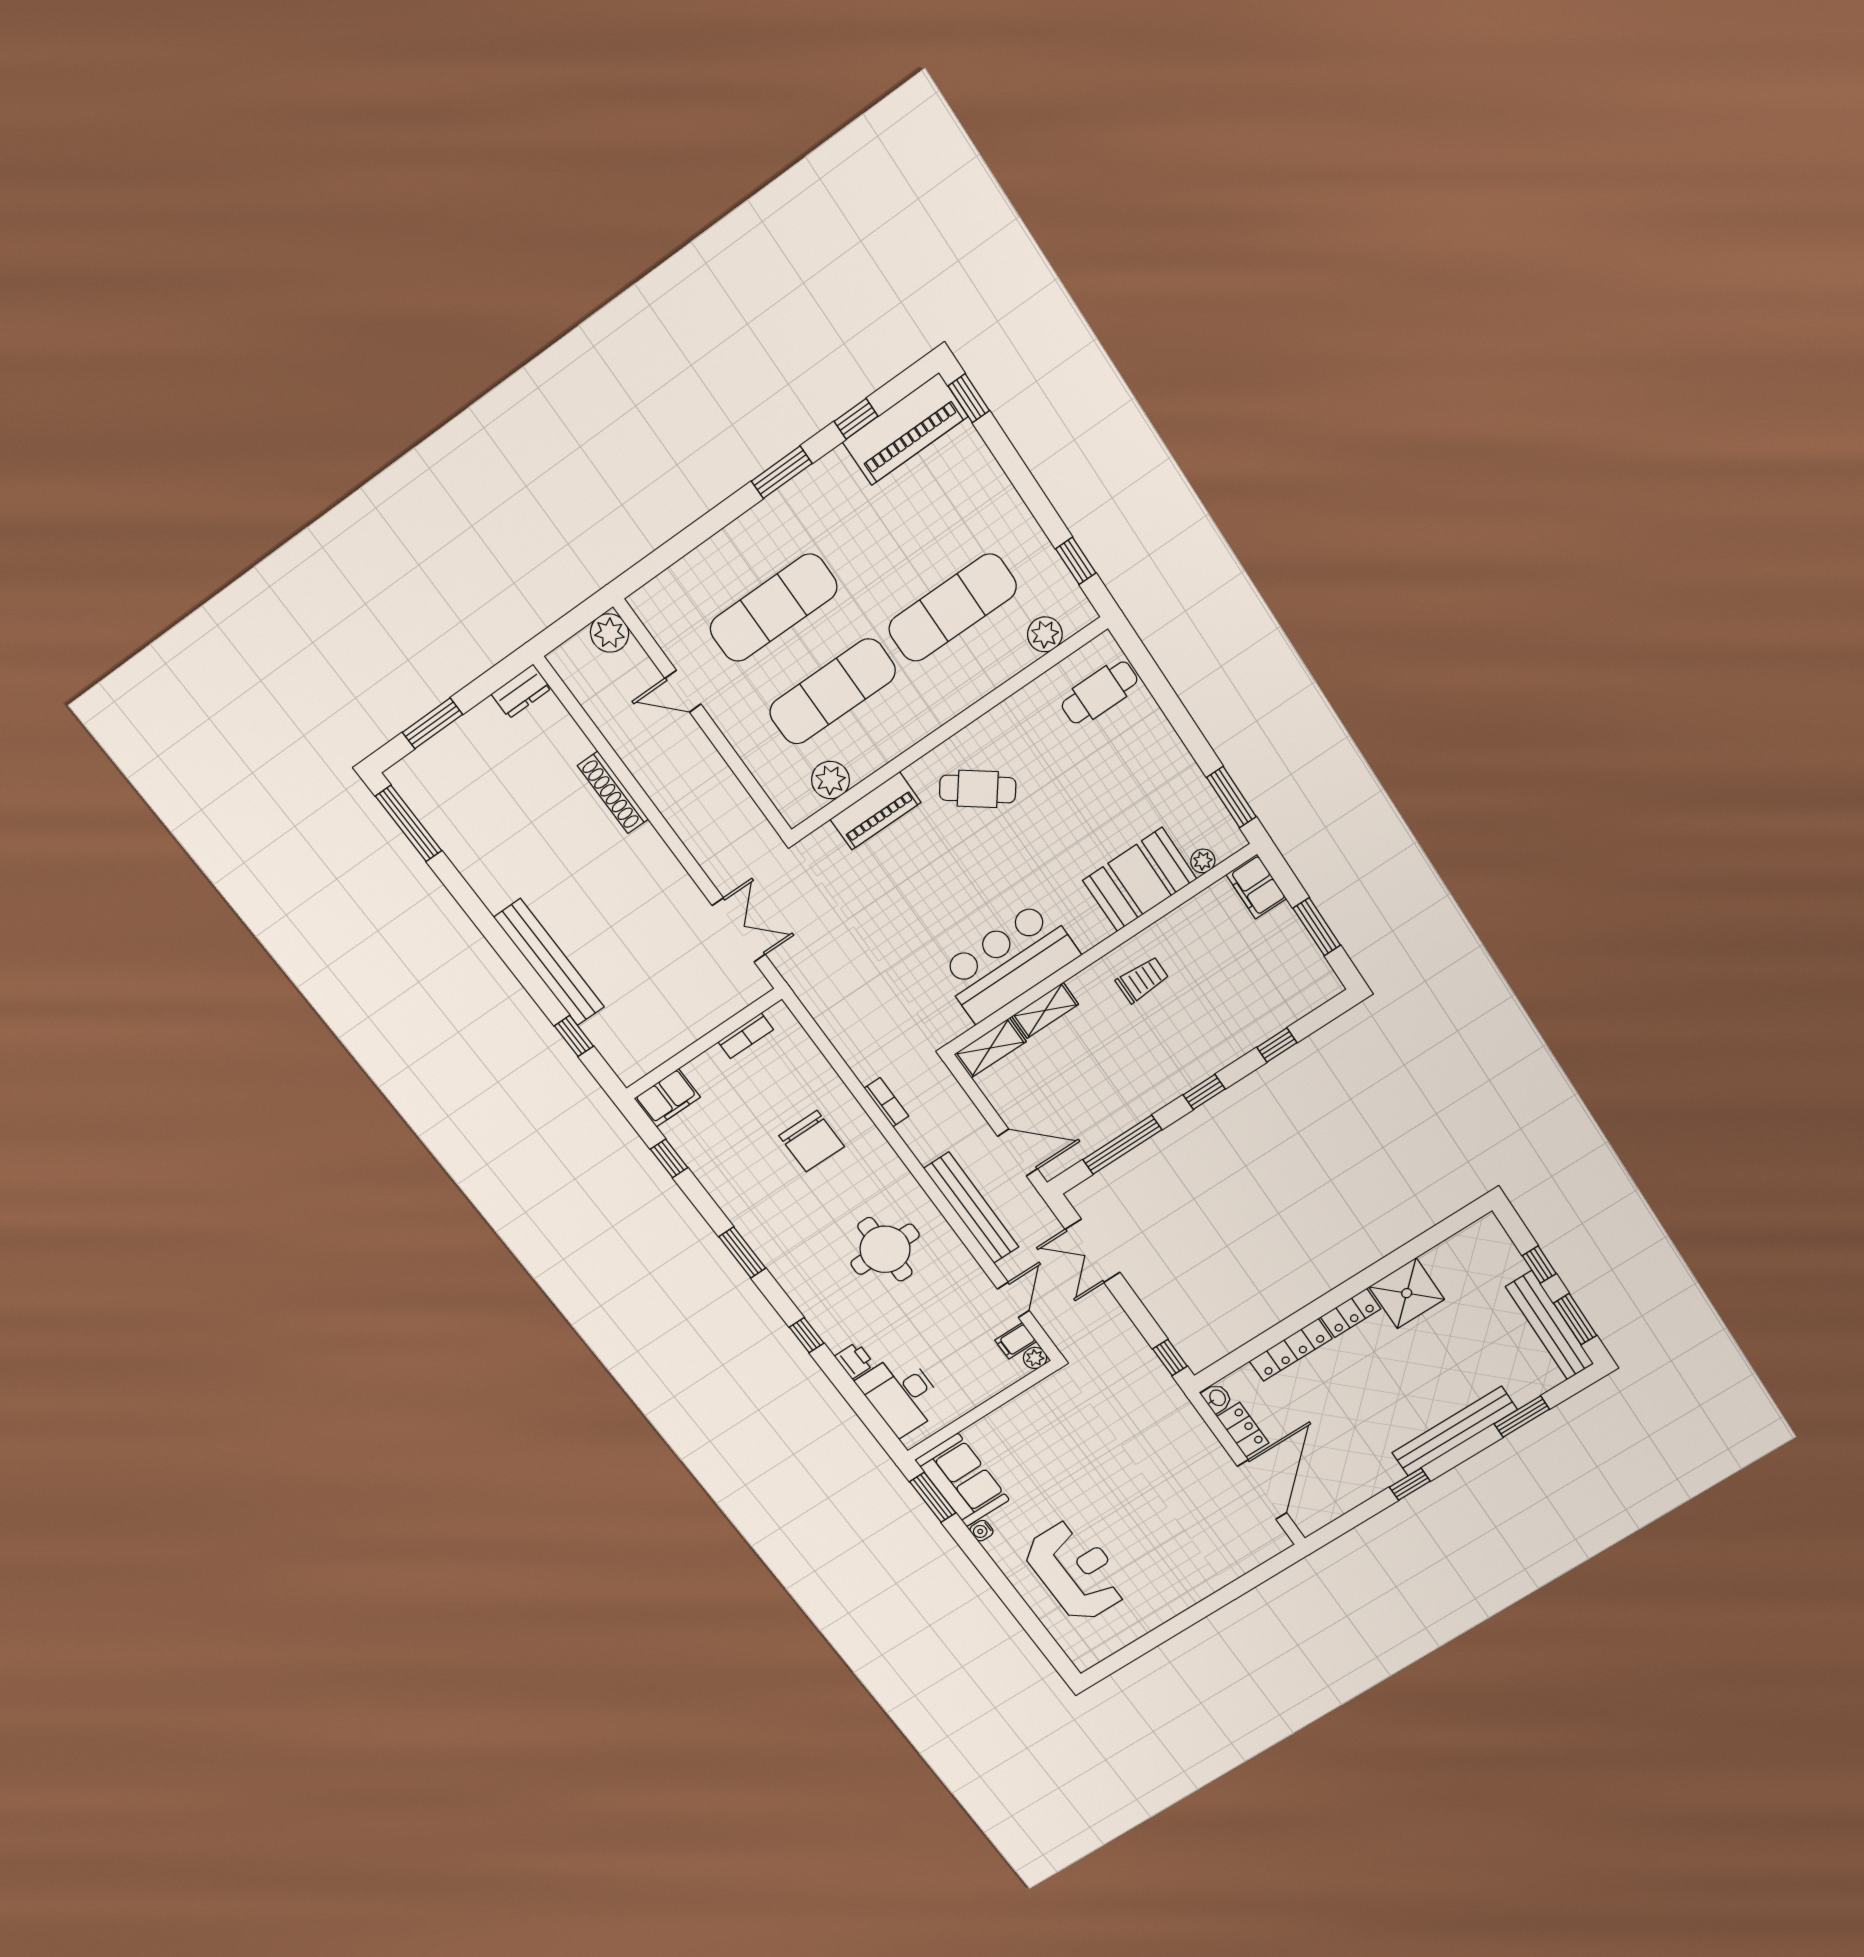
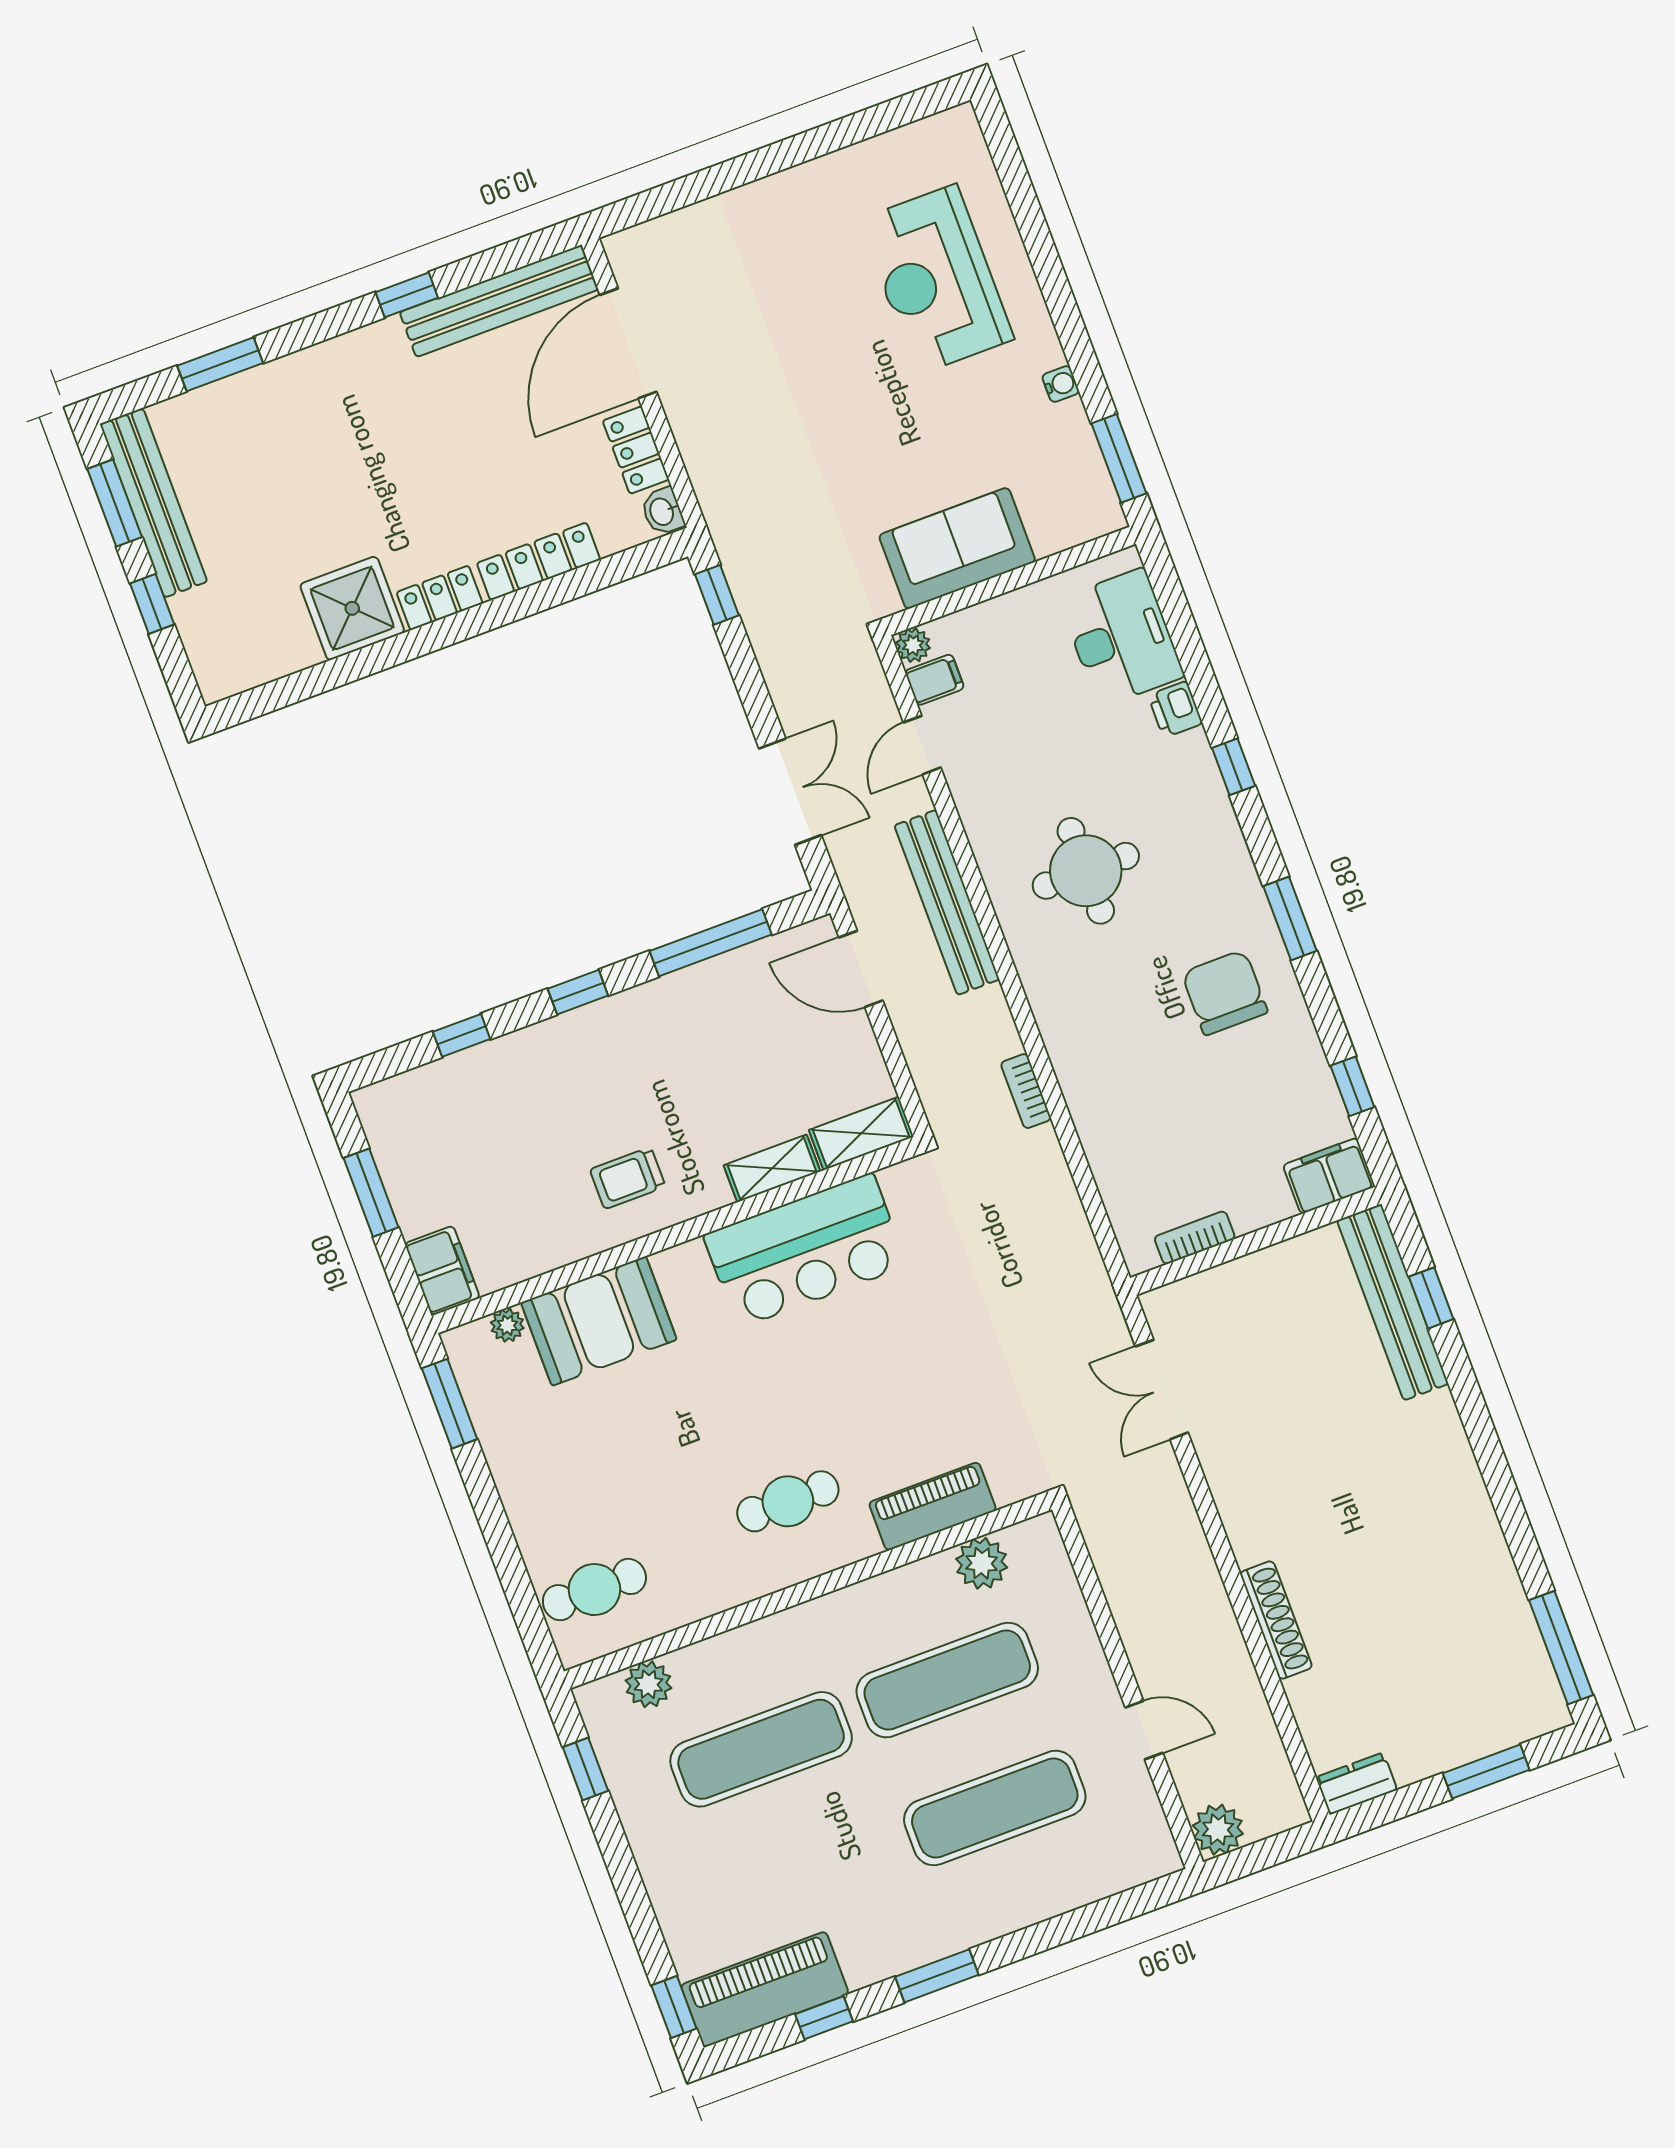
cafe table: (978, 789) -> (788, 1501), turned -37
bench: (549, 962) -> (1393, 1302), moved
chair: (812, 1141) -> (1225, 993), moved
bench: (1455, 1431) -> (499, 301), moved
sofa: (962, 1480) -> (957, 548), moved, turned 90

